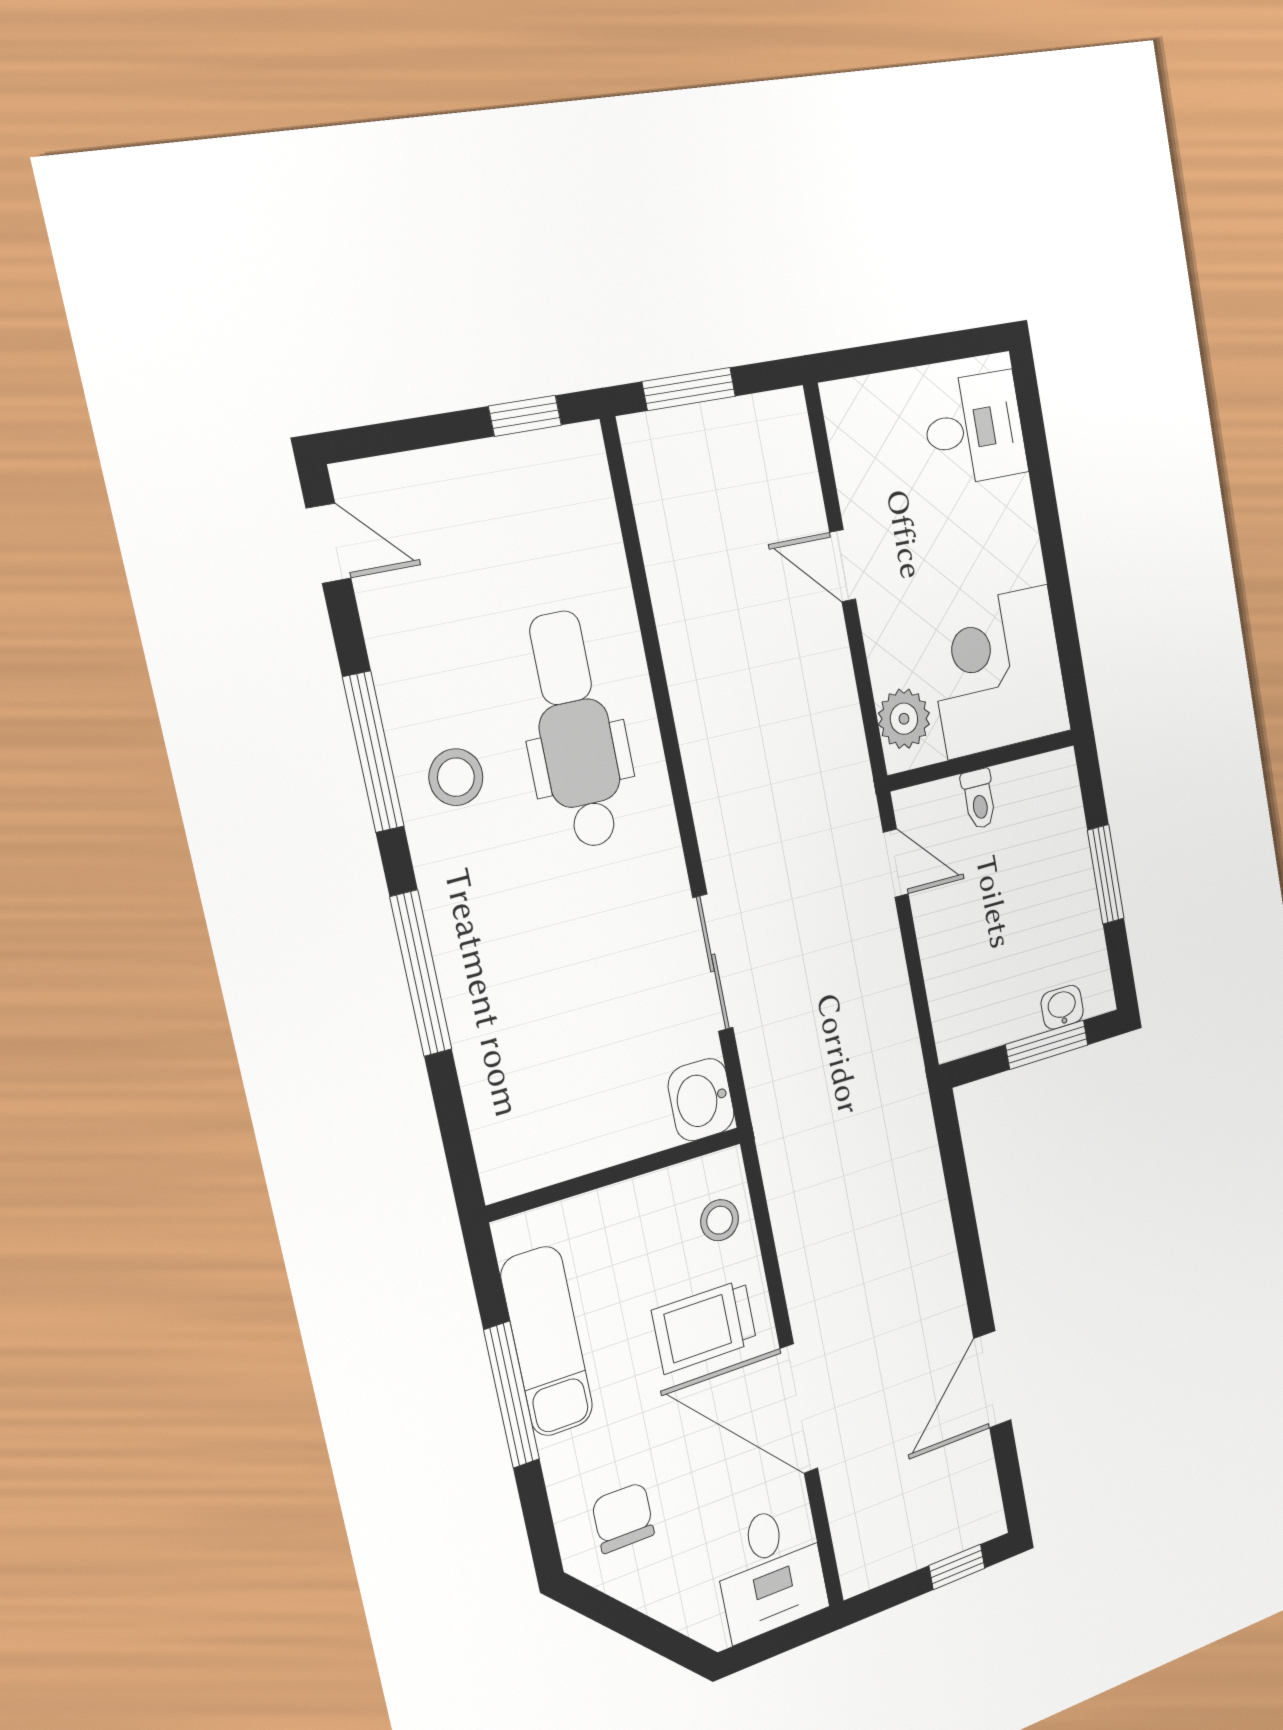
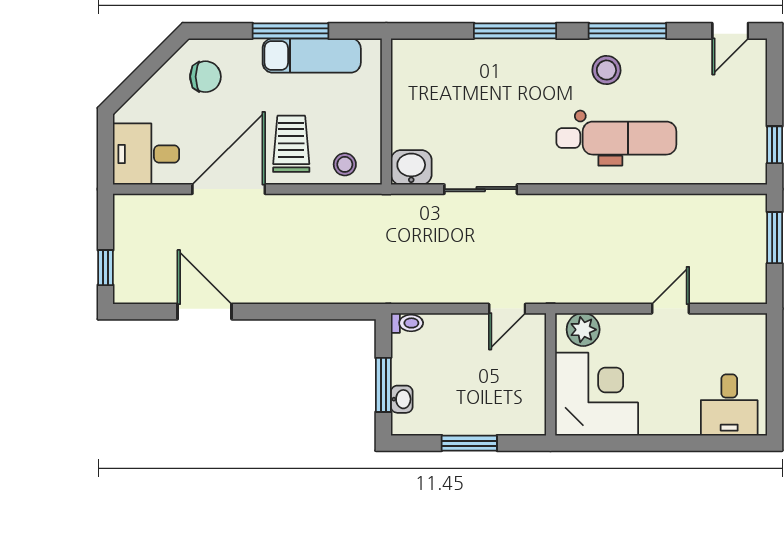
toilet: (979, 799) -> (407, 323), moved, turned 180

